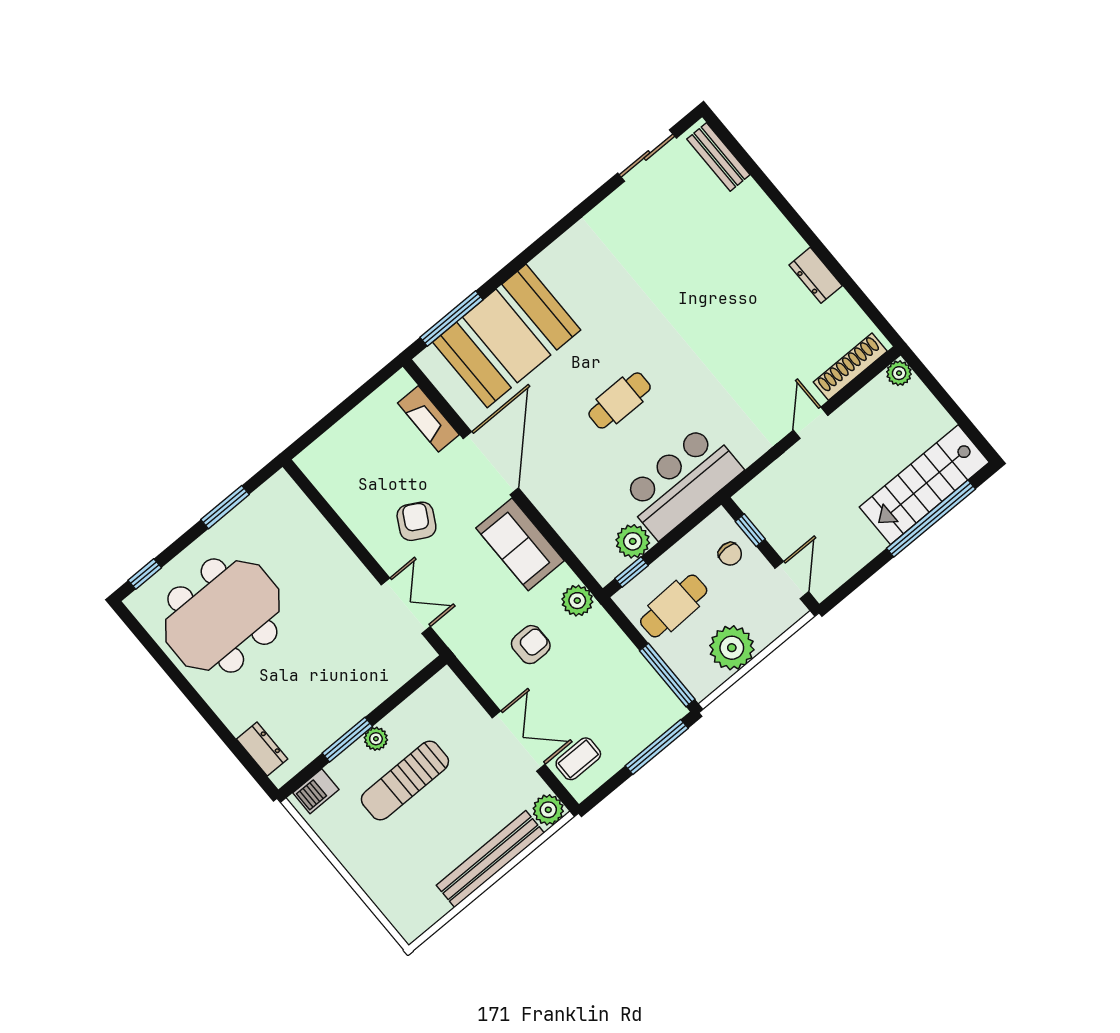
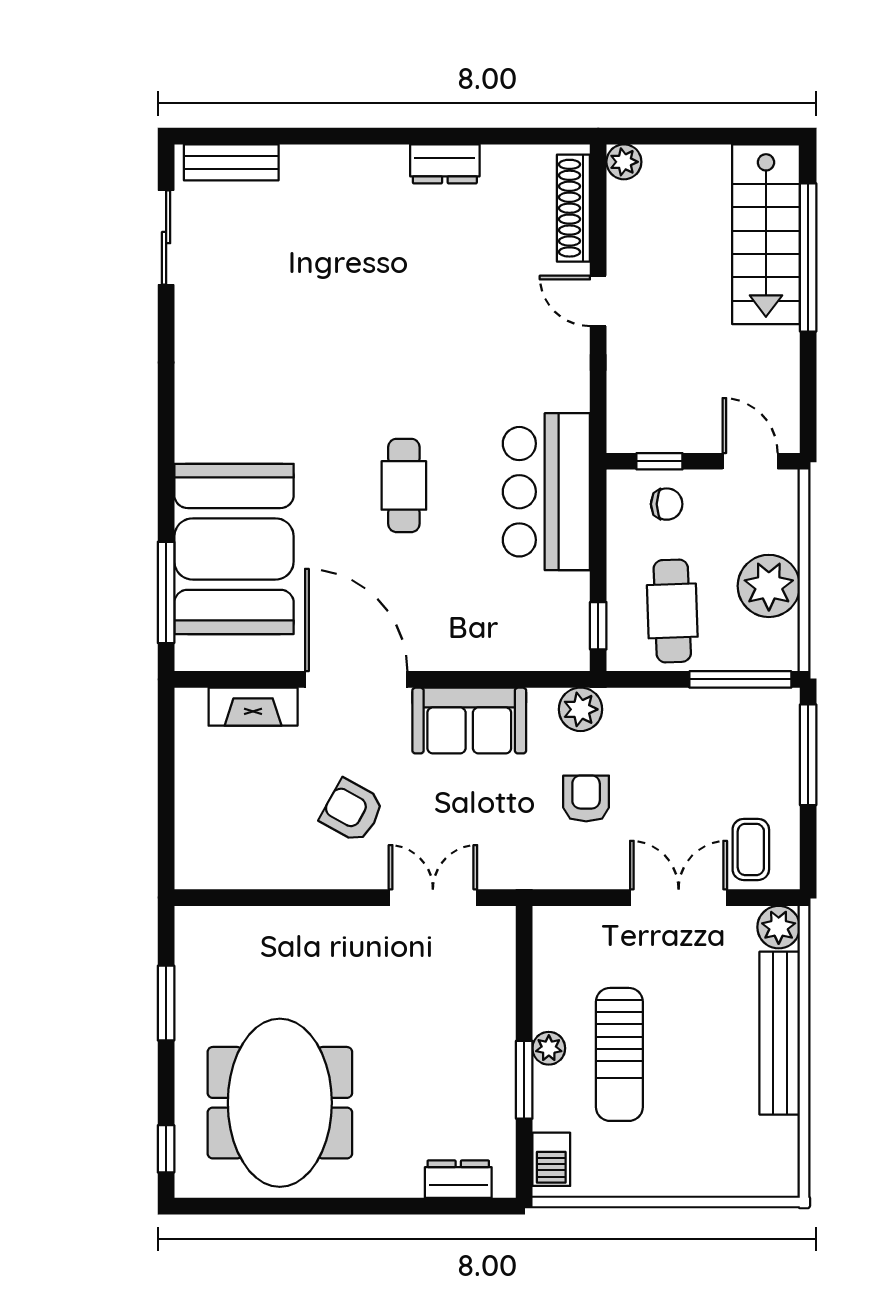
plant: (633, 541) -> (566, 597), removed

